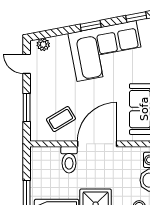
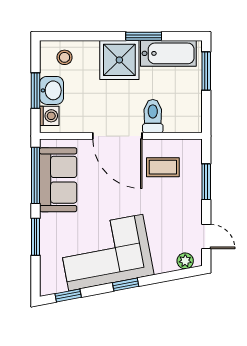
coffee table: (61, 119) -> (163, 167), turned 31
door: (97, 144) -> (117, 136), hinge flipped

